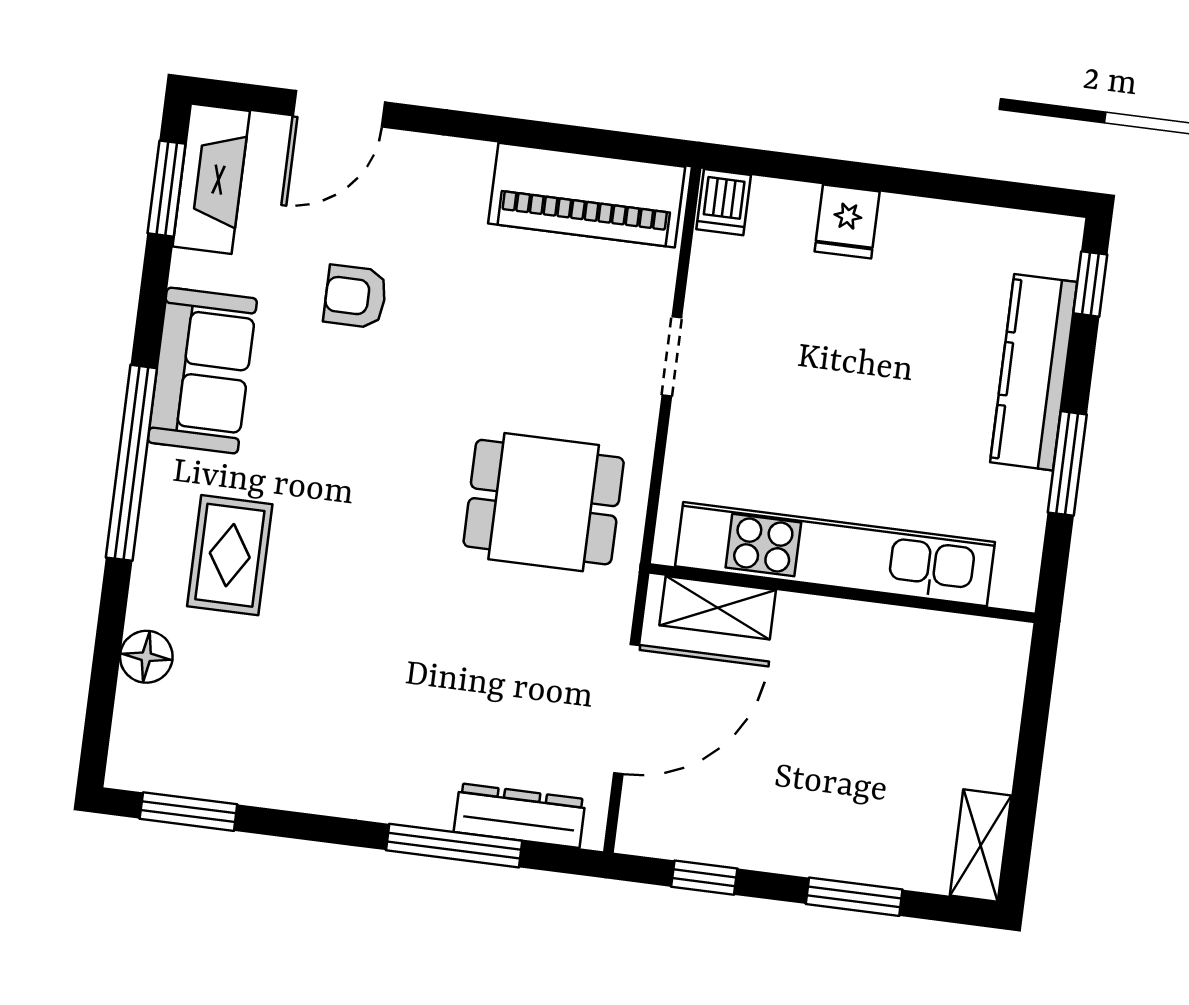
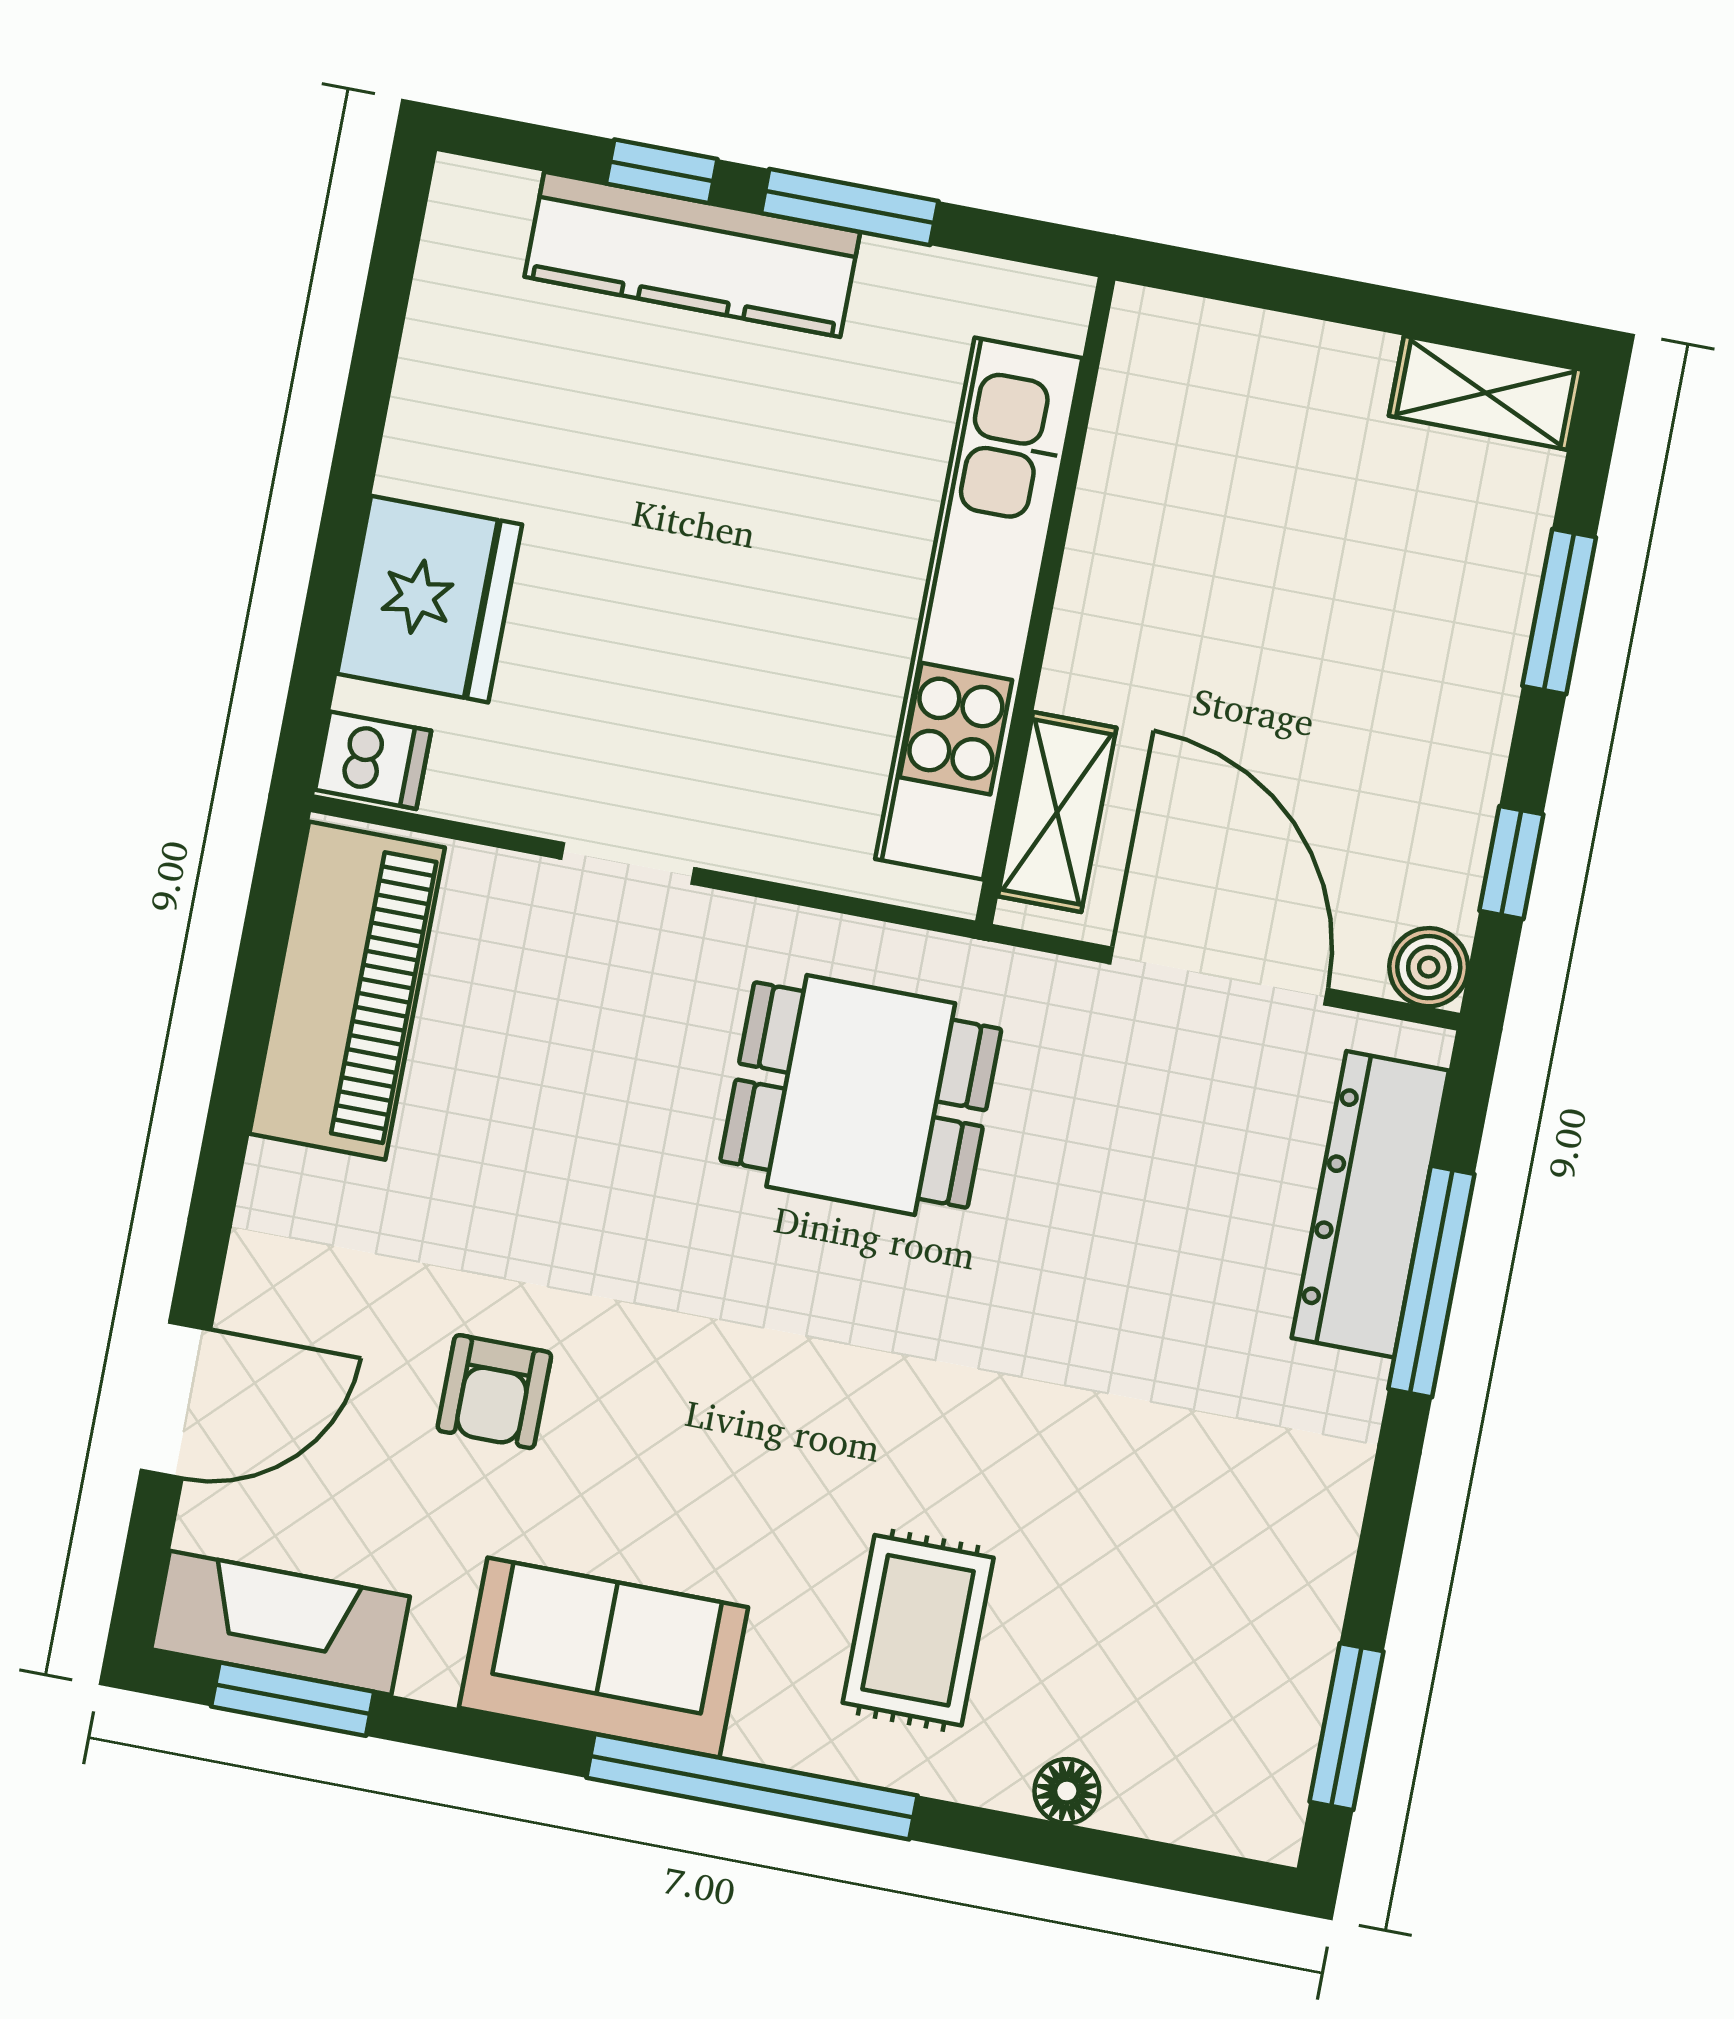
door: (339, 109) -> (176, 1400), hinge flipped
fridge: (847, 222) -> (430, 599), width x1.88, depth x1.34
window: (1090, 284) -> (662, 171), moved
dining table: (544, 502) -> (861, 1095), turned 90
rug: (230, 555) -> (918, 1630), turned 90
floor lamp: (146, 657) -> (1067, 1791), width x0.73, depth x0.73
dresser: (520, 816) -> (1370, 1204), width x1.37, depth x1.24
boiler: (640, 833) -> (1429, 967), added

